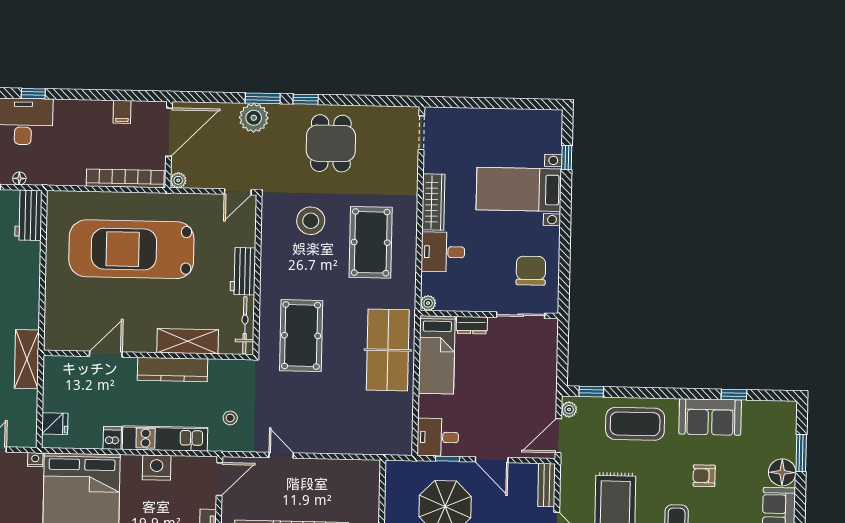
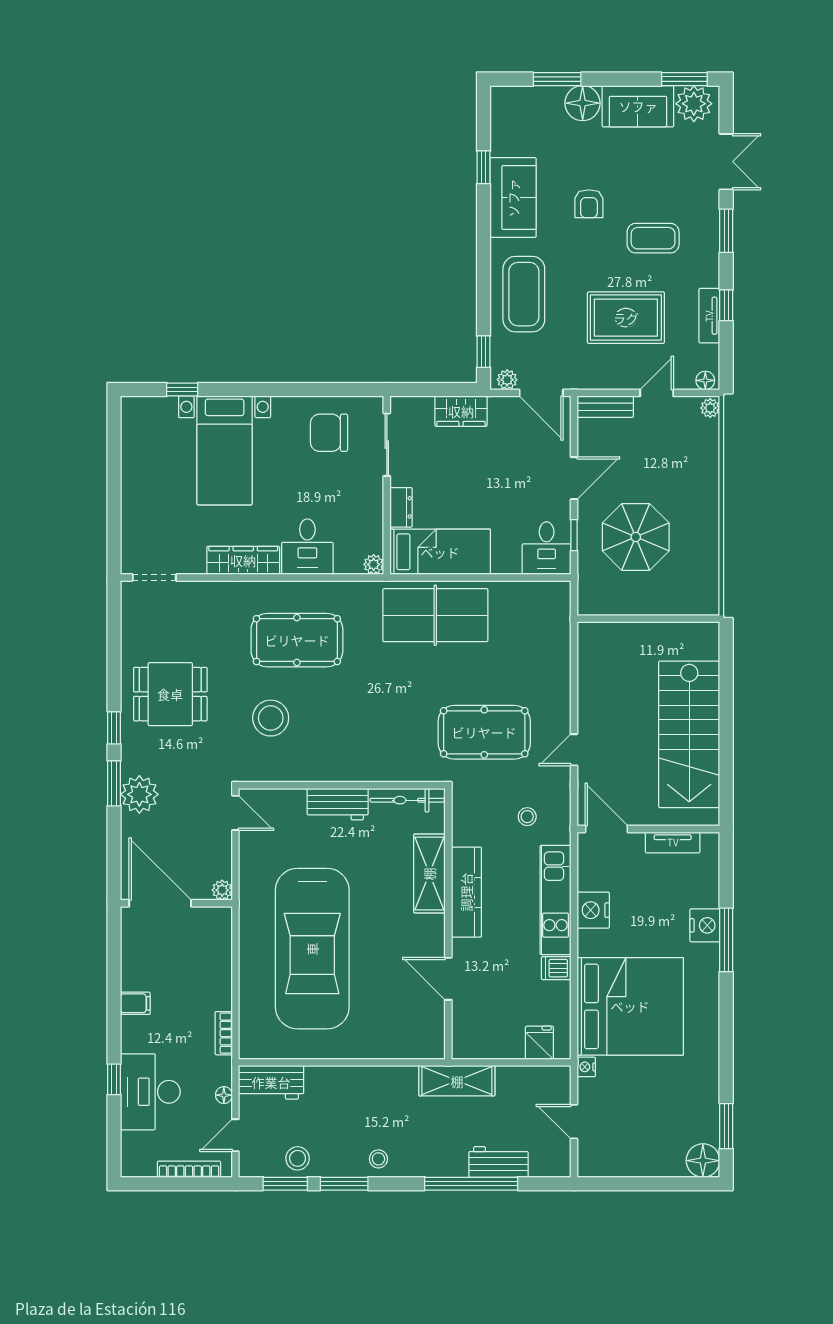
filing cabinet: (122, 112) -> (135, 1003), moved
bookcase: (125, 178) -> (224, 1033), moved, width x0.43, depth x0.76
pool table: (301, 336) -> (484, 732), moved
wardrobe: (545, 373) -> (461, 411), added

